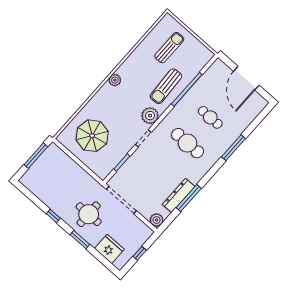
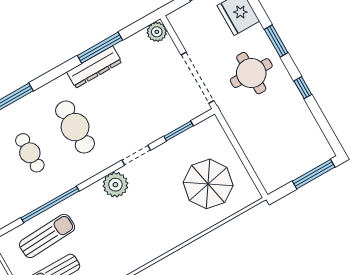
plant: (115, 80) -> (149, 253), removed
sun lounger: (166, 86) -> (47, 236), moved
window: (36, 156) -> (314, 174), moved
dresser: (179, 195) -> (94, 67), moved

